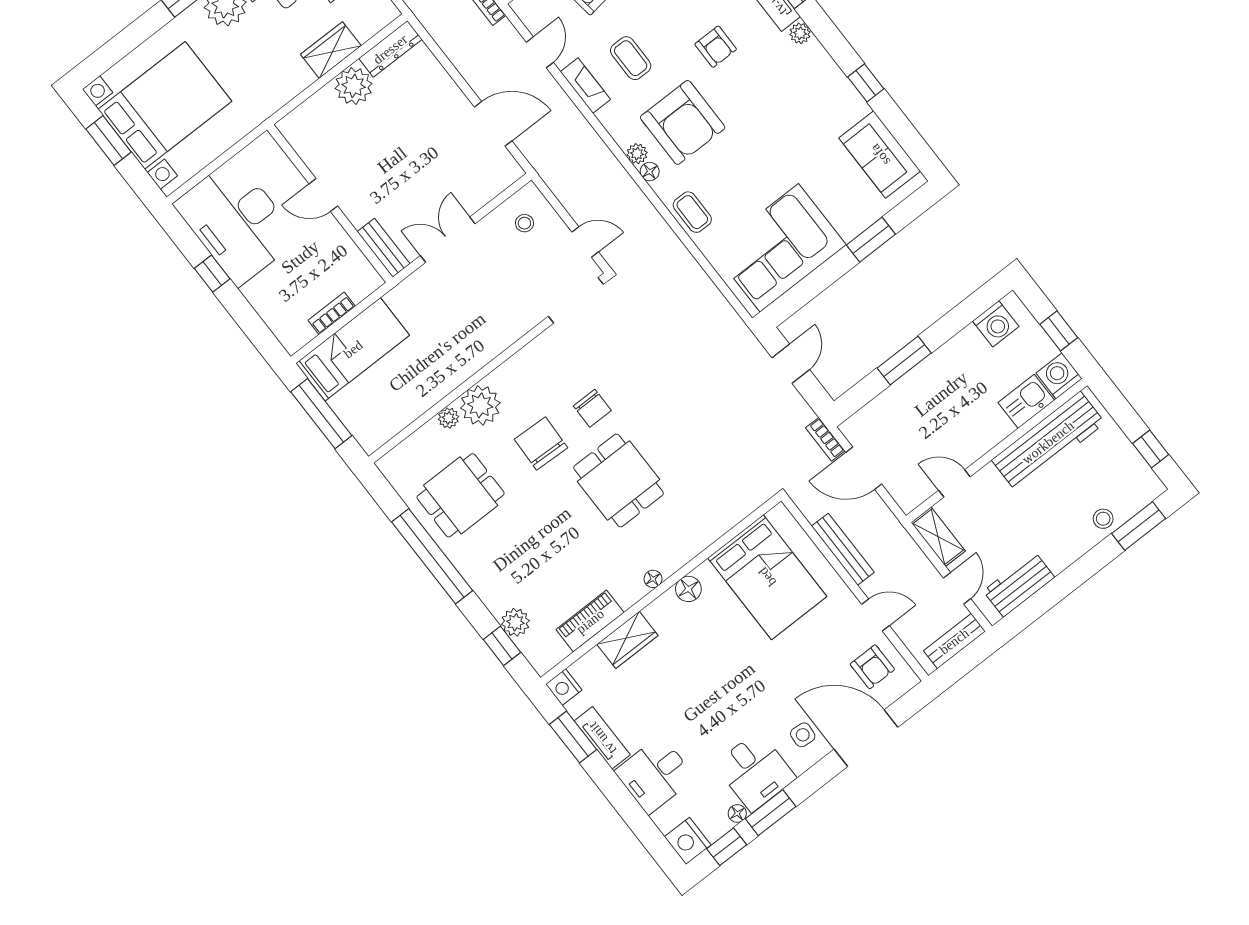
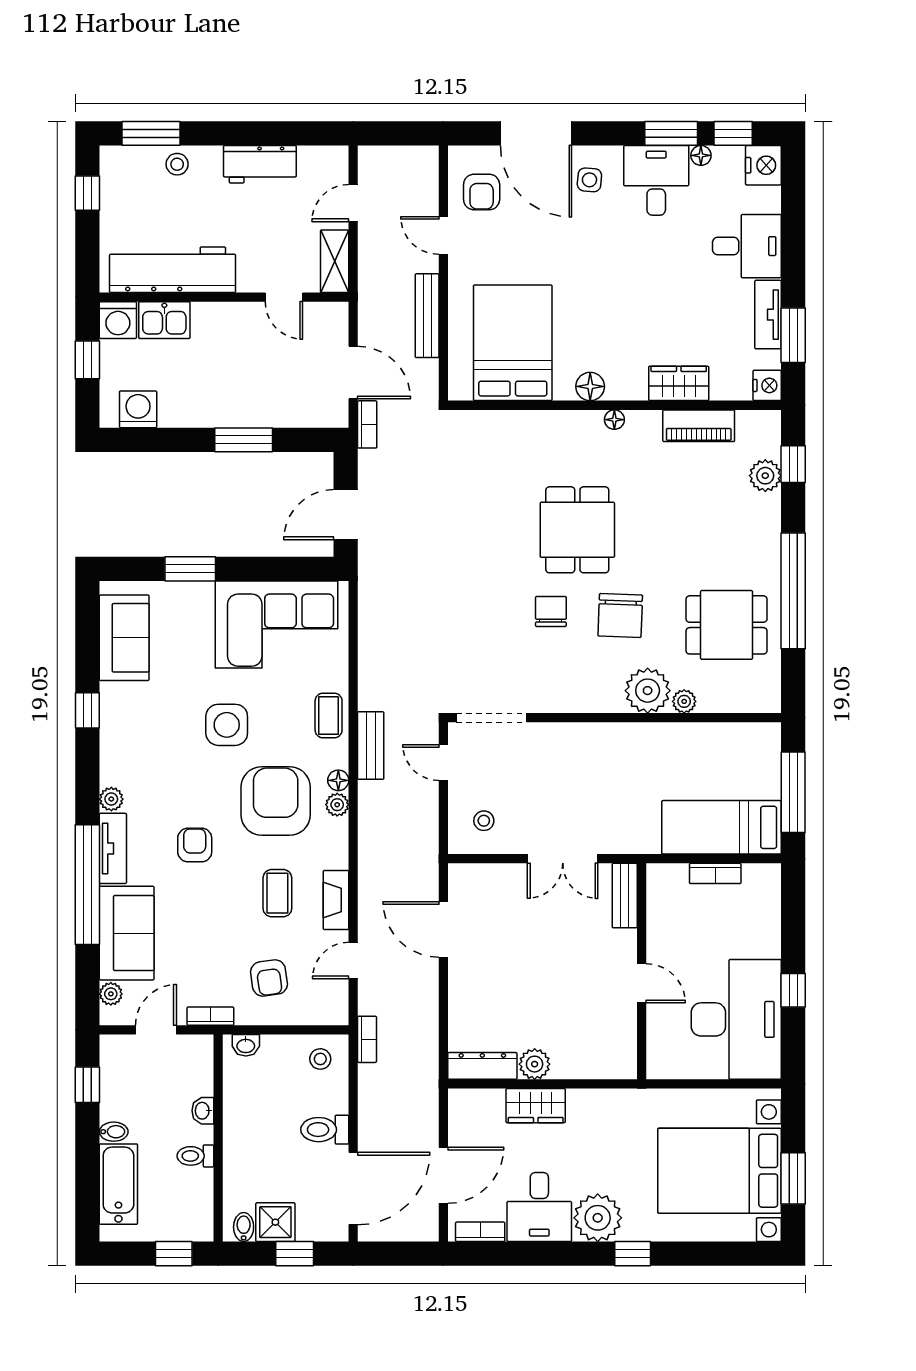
plant: (354, 86) -> (535, 1064), width x0.73, depth x0.73
side table: (759, 149) -> (227, 725), added
door: (791, 364) -> (346, 515), width x1.38
workbench: (1019, 584) -> (260, 164), moved
bench: (954, 641) -> (371, 745), moved, turned 90
armchair: (872, 667) -> (482, 192), turned 180

